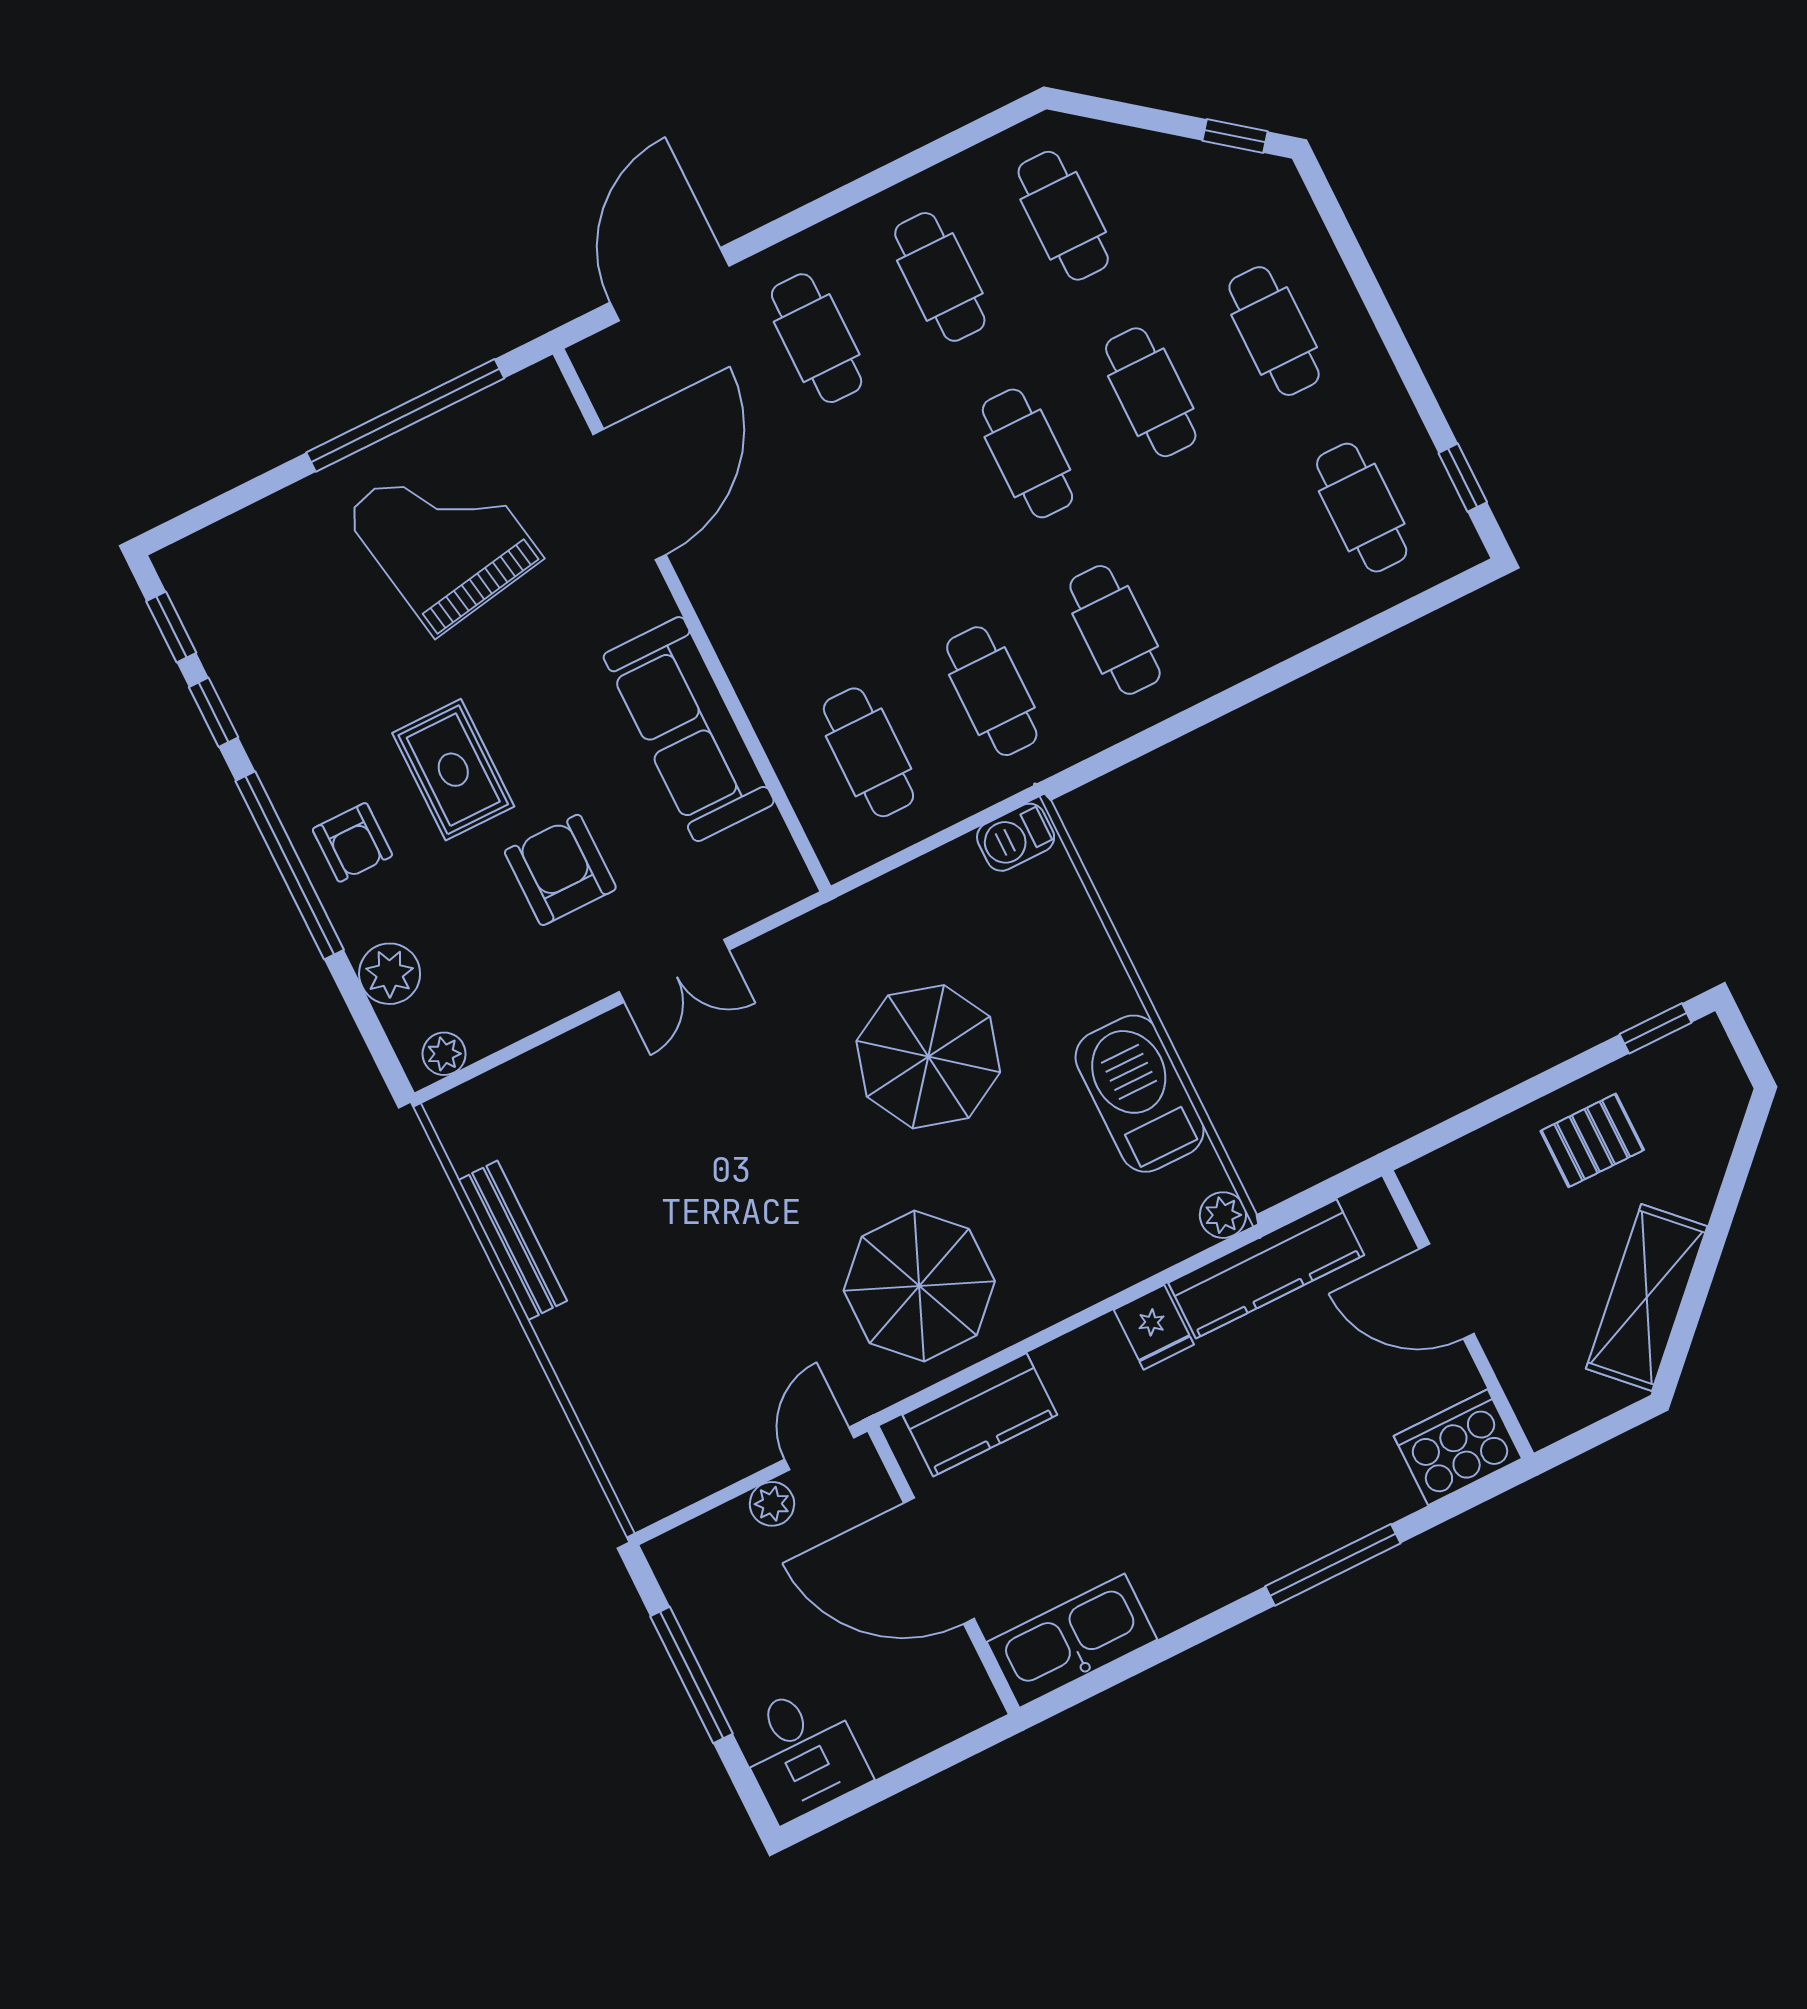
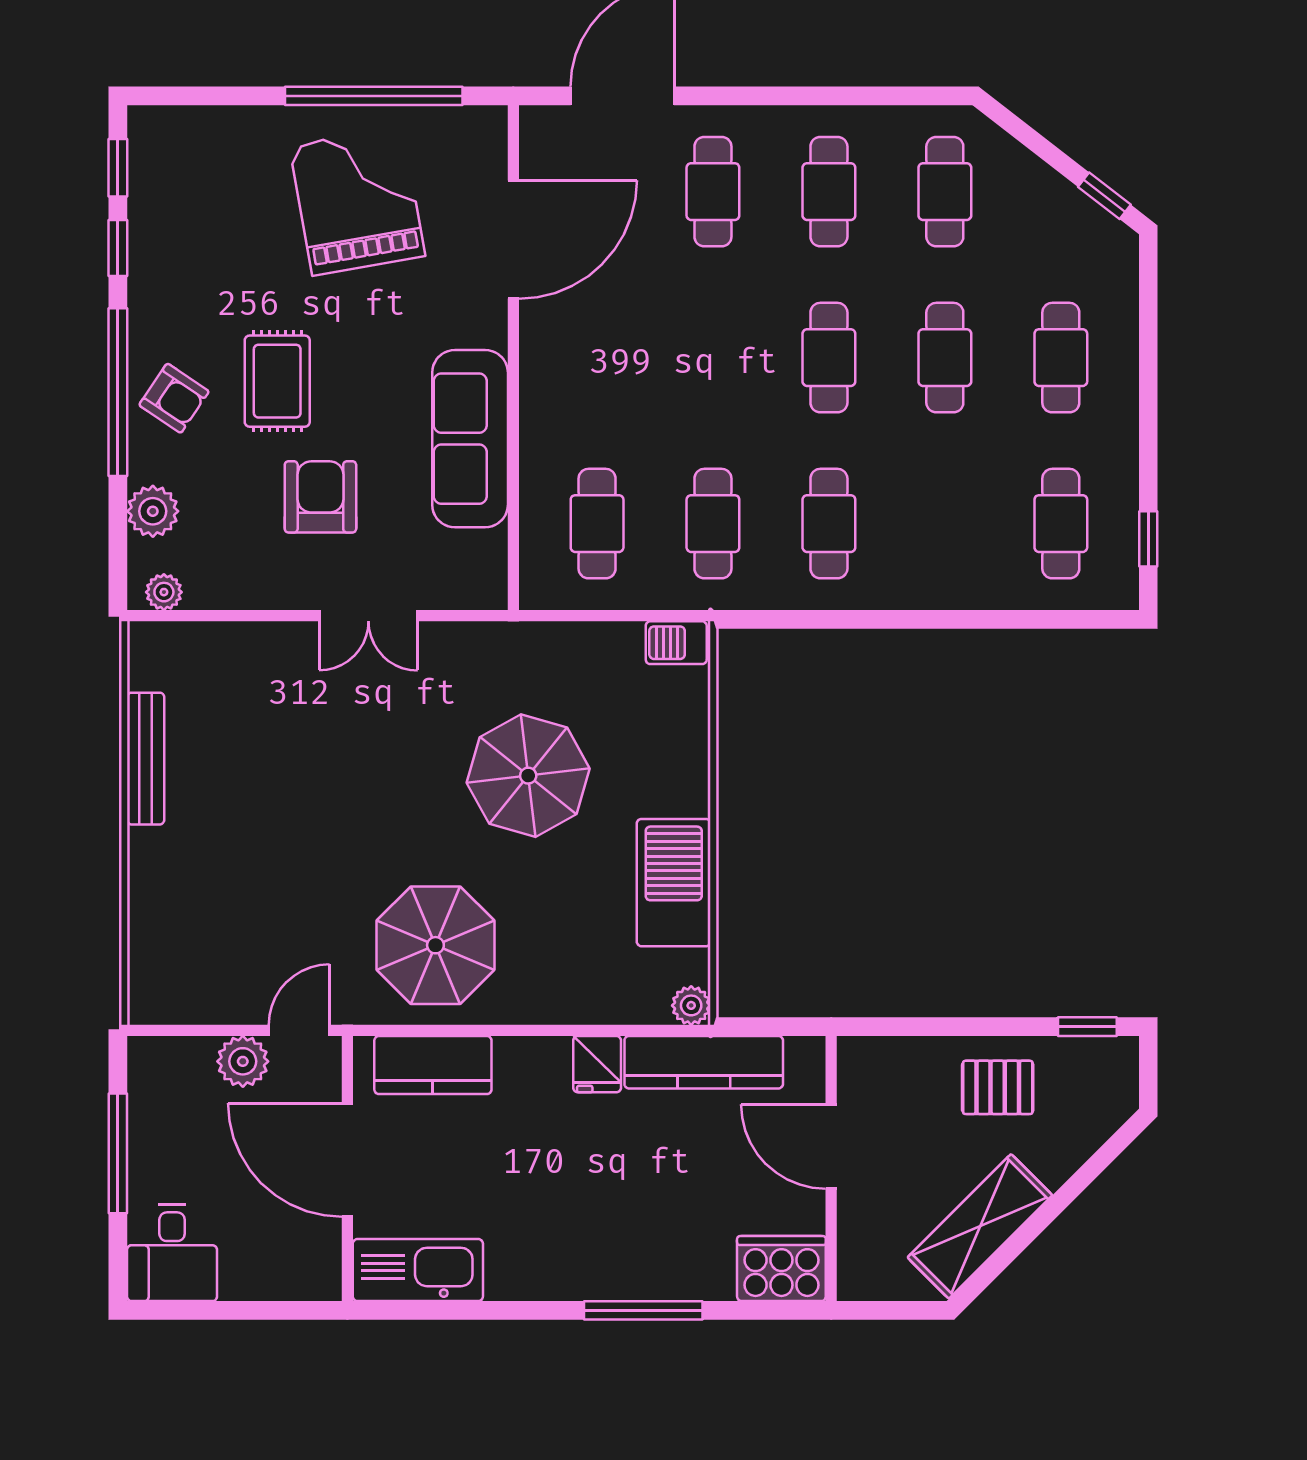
armchair: (352, 842) -> (174, 398), turned -56
plant: (772, 1504) -> (243, 1061), width x1.38, depth x1.38

